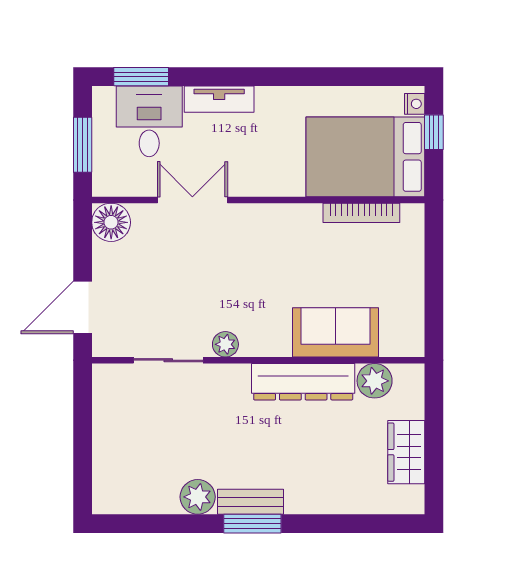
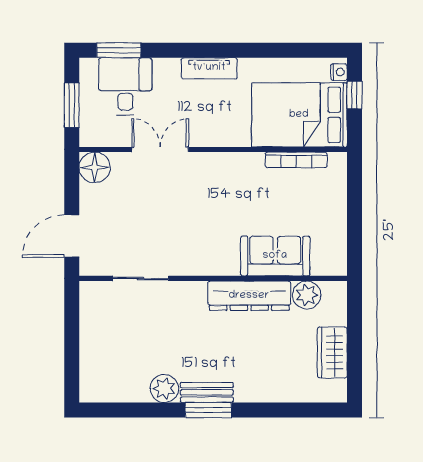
tv unit: (219, 99) -> (209, 68), moved
plant: (225, 344) -> (187, 266), removed

